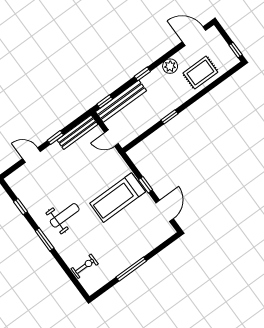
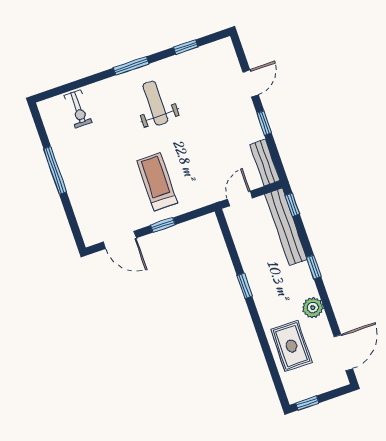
bench: (77, 132) -> (265, 163), width x0.73
treadmill: (118, 198) -> (157, 182), width x0.73, depth x0.73
weight bench: (65, 215) -> (155, 103), turned 180

